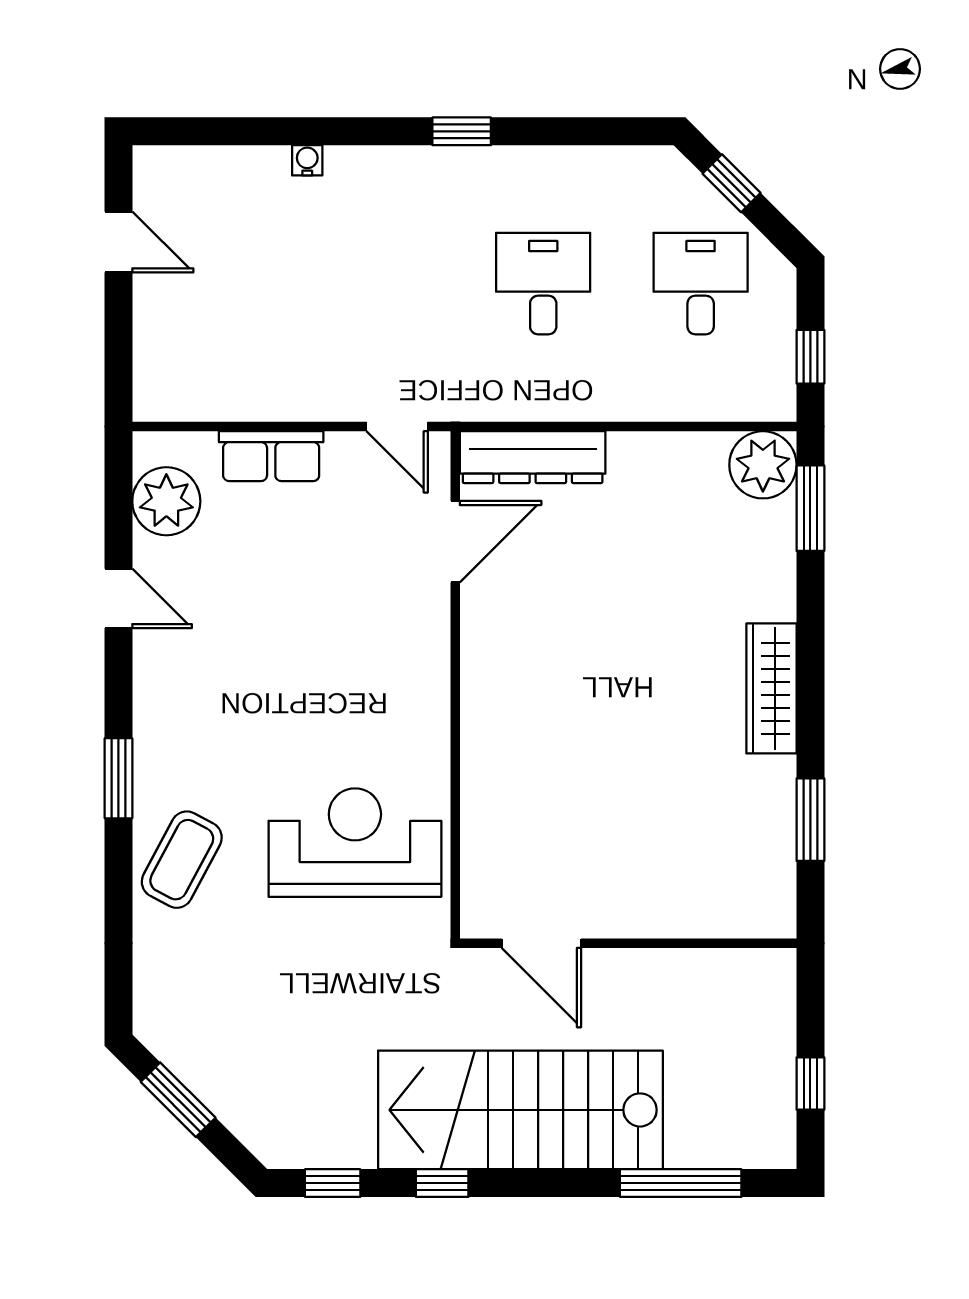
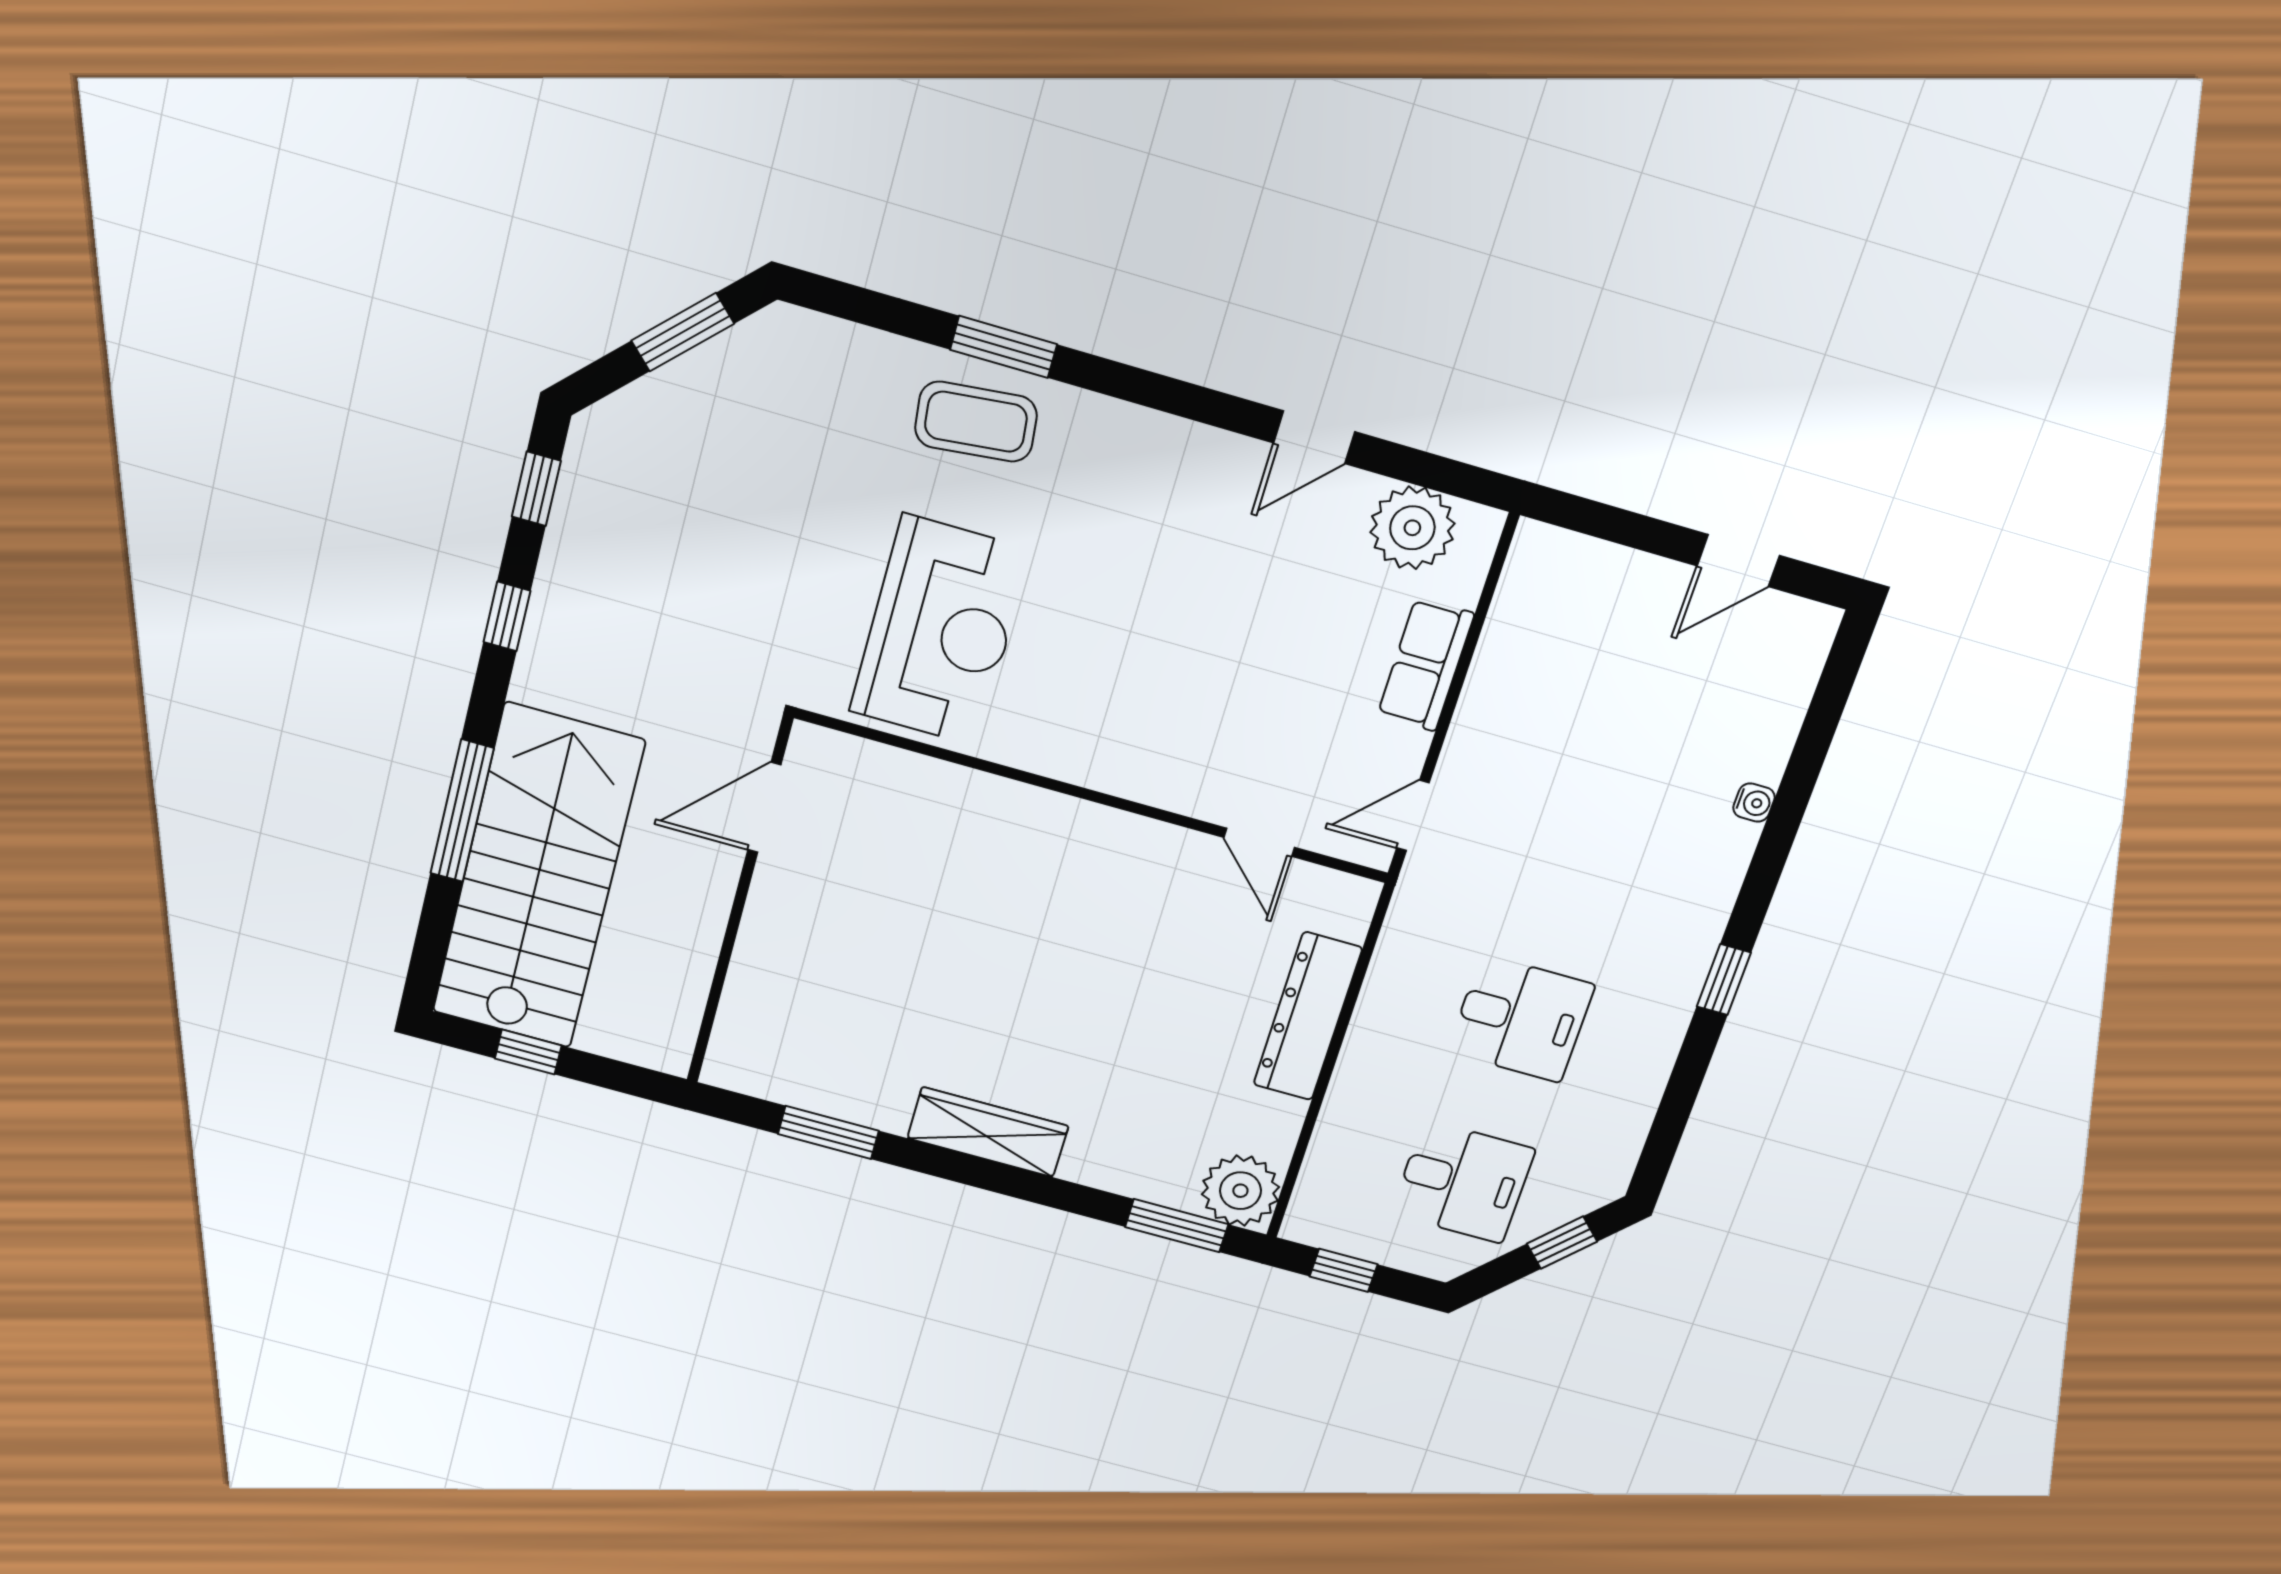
dresser: (533, 457) -> (1308, 1016), moved
door: (455, 542) -> (1259, 842), width x0.73
window: (118, 778) -> (1004, 347), moved
coffee table: (182, 860) -> (976, 422), turned -34
stairs: (520, 1110) -> (538, 877), moved
window: (681, 1183) -> (462, 811), moved

